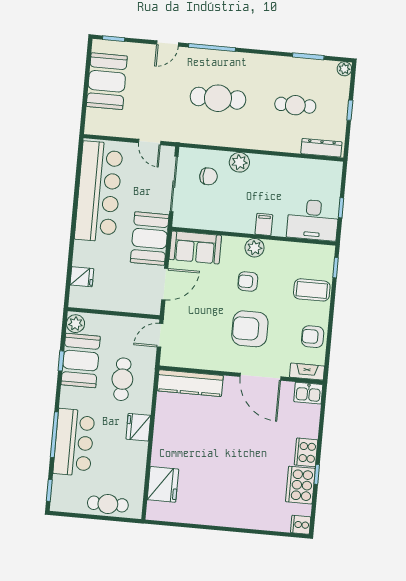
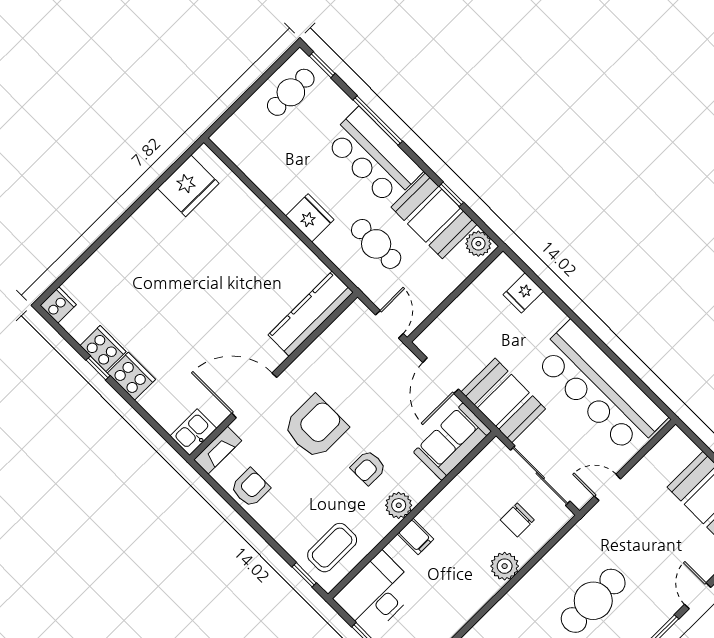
armchair: (248, 281) -> (368, 468), turned 180
coffee table: (312, 290) -> (332, 548), moved
bar counter: (74, 442) -> (373, 157), moved
fridge: (163, 484) -> (188, 186), moved, turned -90
cooker: (300, 485) -> (103, 349), width x0.73, depth x0.76
cafe table: (108, 504) -> (291, 92), moved

